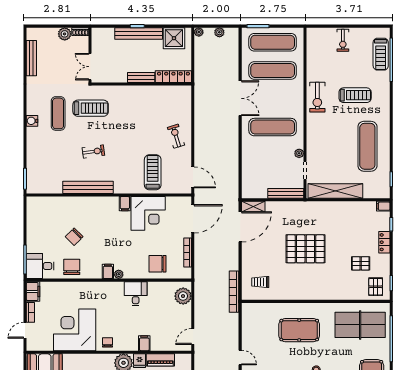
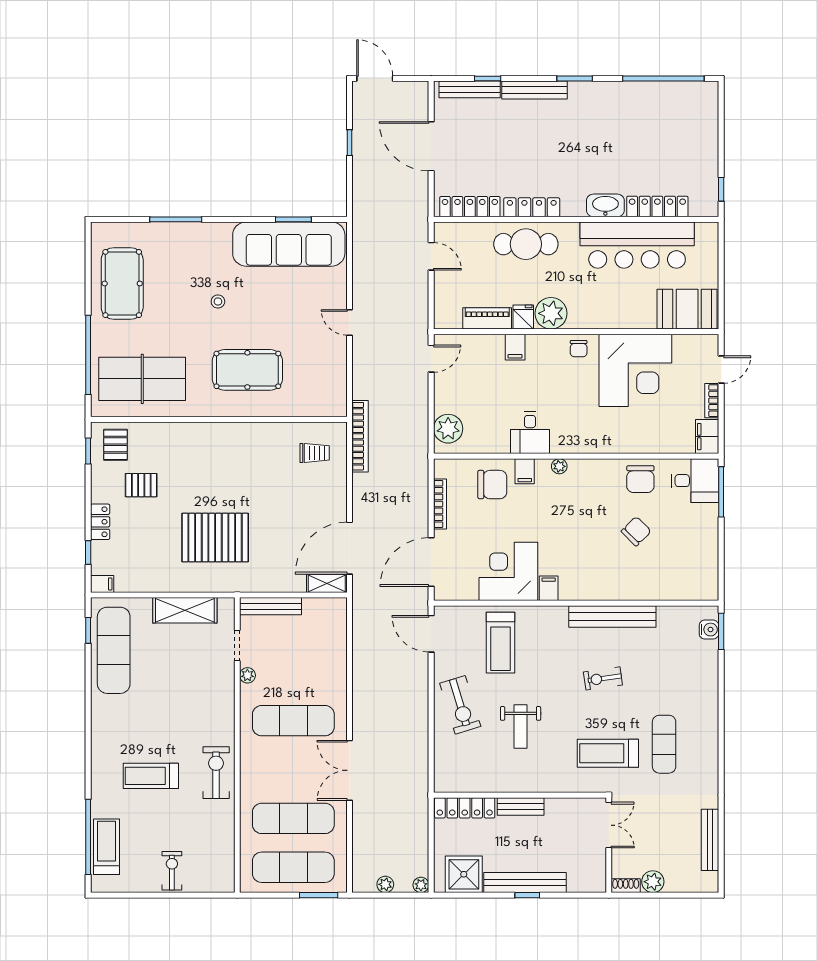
water cooler: (32, 121) -> (709, 630), moved
weight bench: (141, 124) -> (521, 727), added
exercise bike: (176, 136) -> (460, 705), width x1.38, depth x1.39
exercise mat: (367, 146) -> (114, 650), moved
shelving: (335, 191) -> (185, 610), width x0.68
pallet: (306, 249) -> (215, 538), moved
filing cabinet: (108, 271) -> (525, 471), moved

